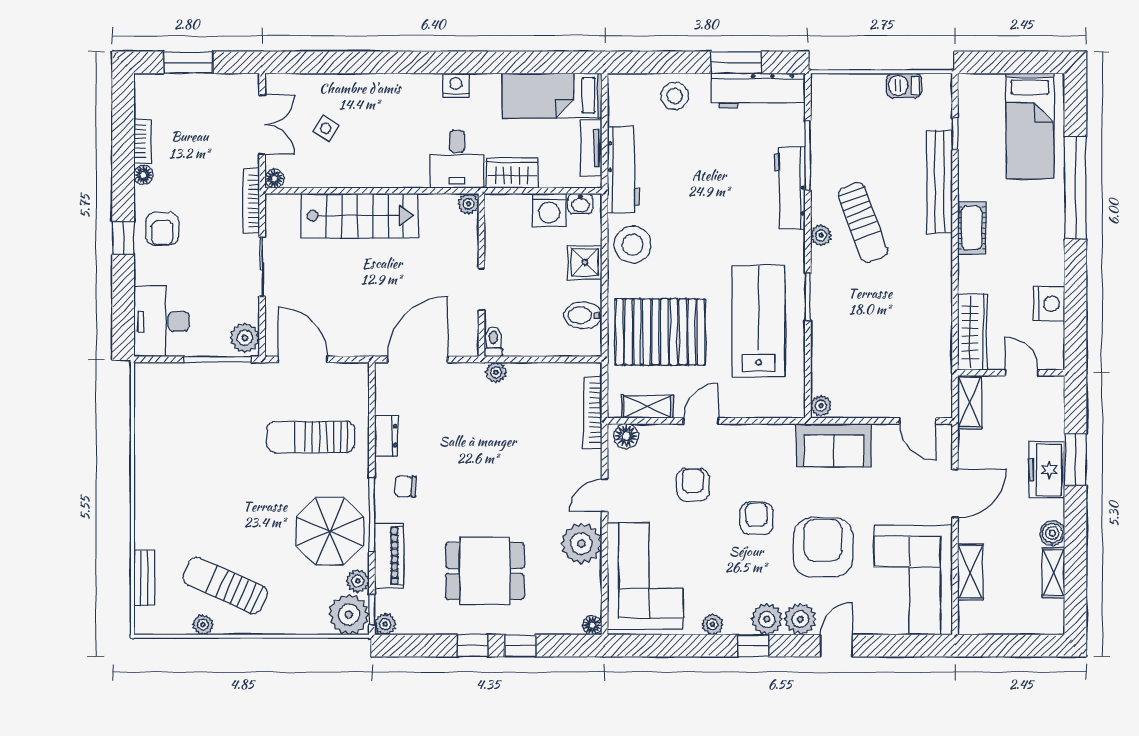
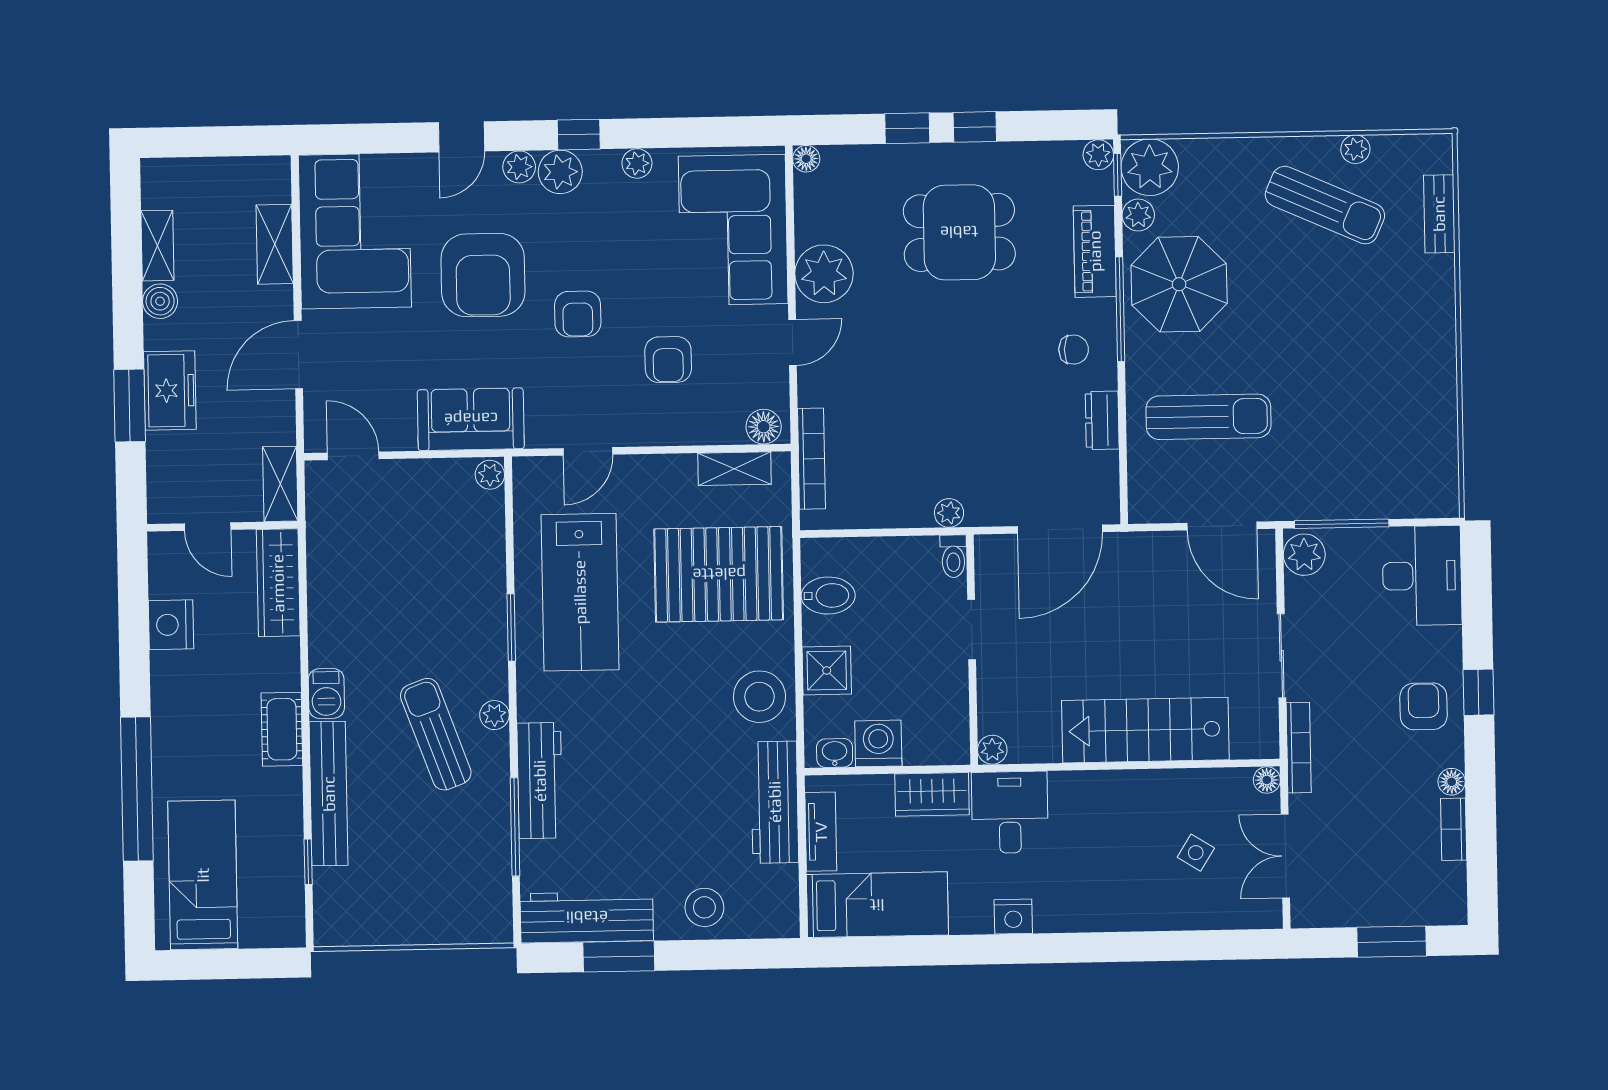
barbecue: (904, 86) -> (326, 693), moved, turned 90
door: (701, 421) -> (588, 451), moved
plant: (800, 619) -> (519, 167), width x0.73, depth x0.73

